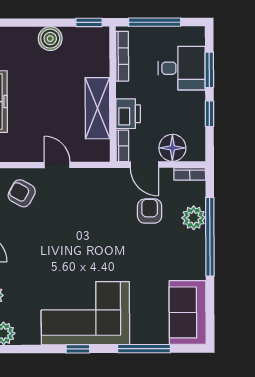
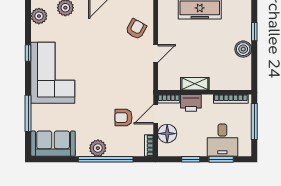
window: (89, 22) -> (254, 32), moved
shelving: (97, 108) -> (195, 84), width x0.67, depth x0.75
armchair: (150, 211) -> (123, 118), turned 180
plant: (194, 218) -> (98, 148), moved
window: (78, 349) -> (28, 53), moved

